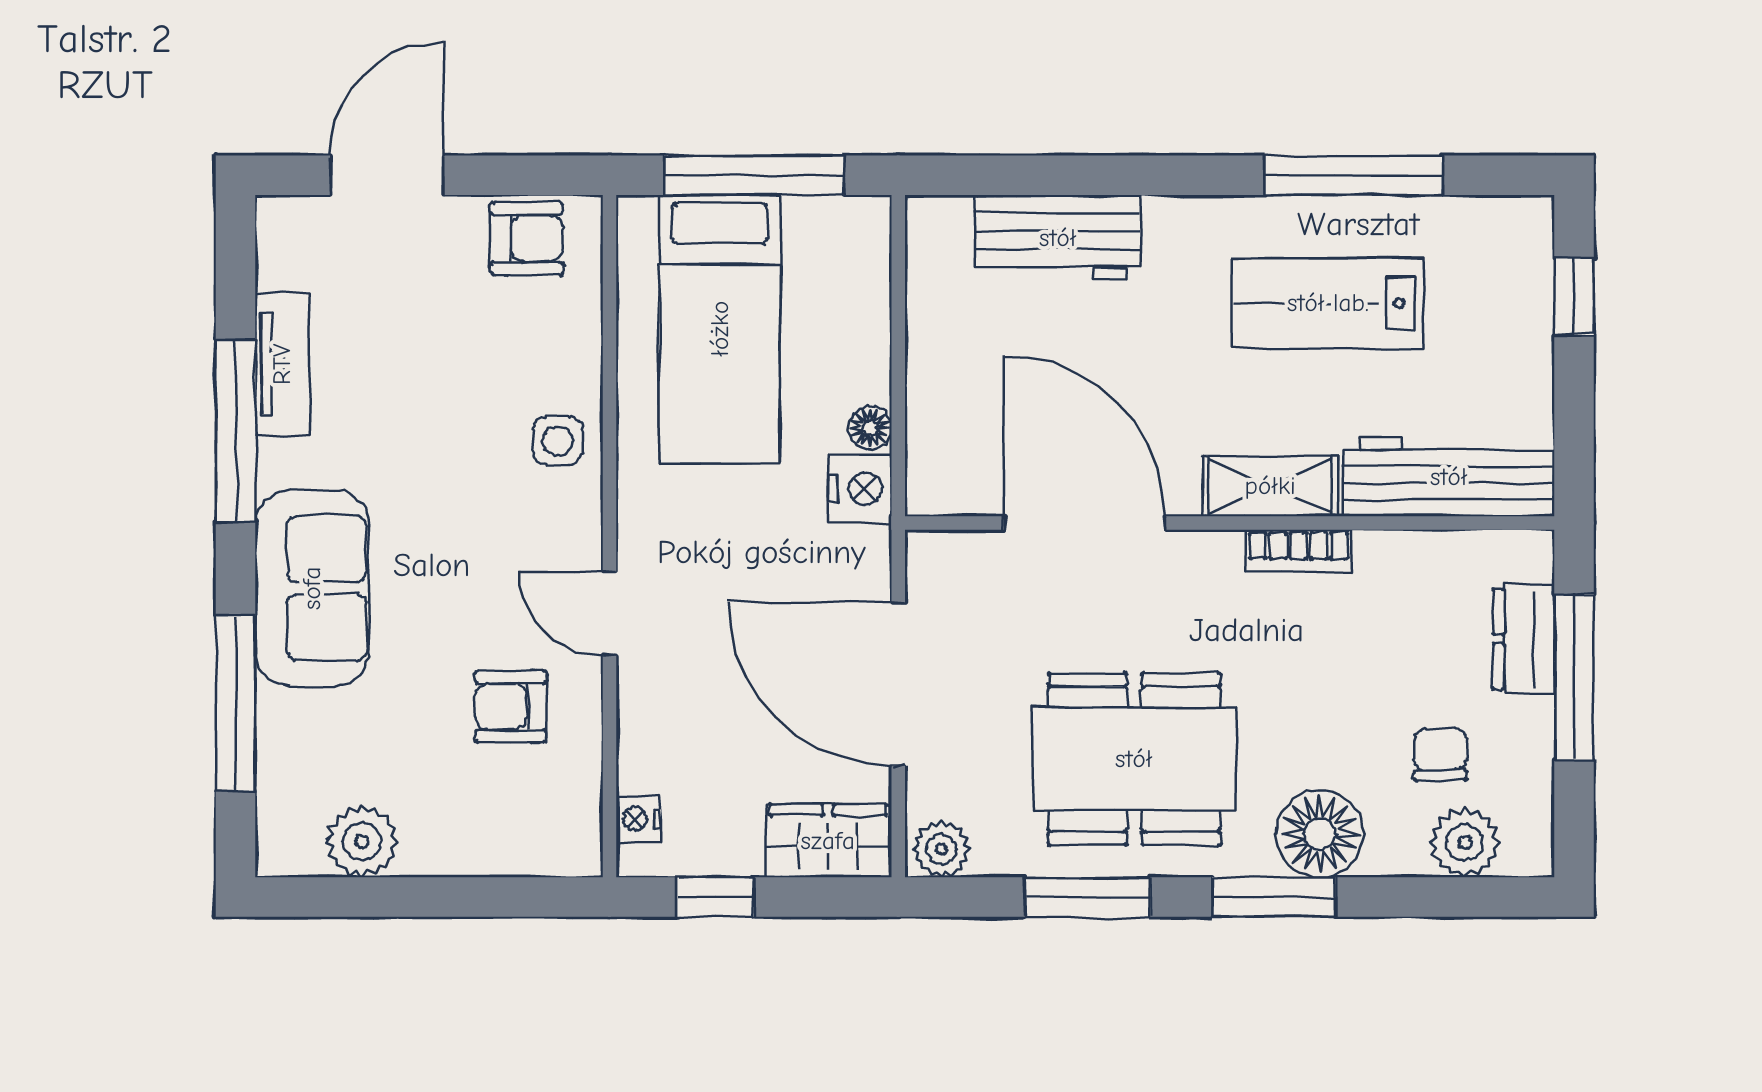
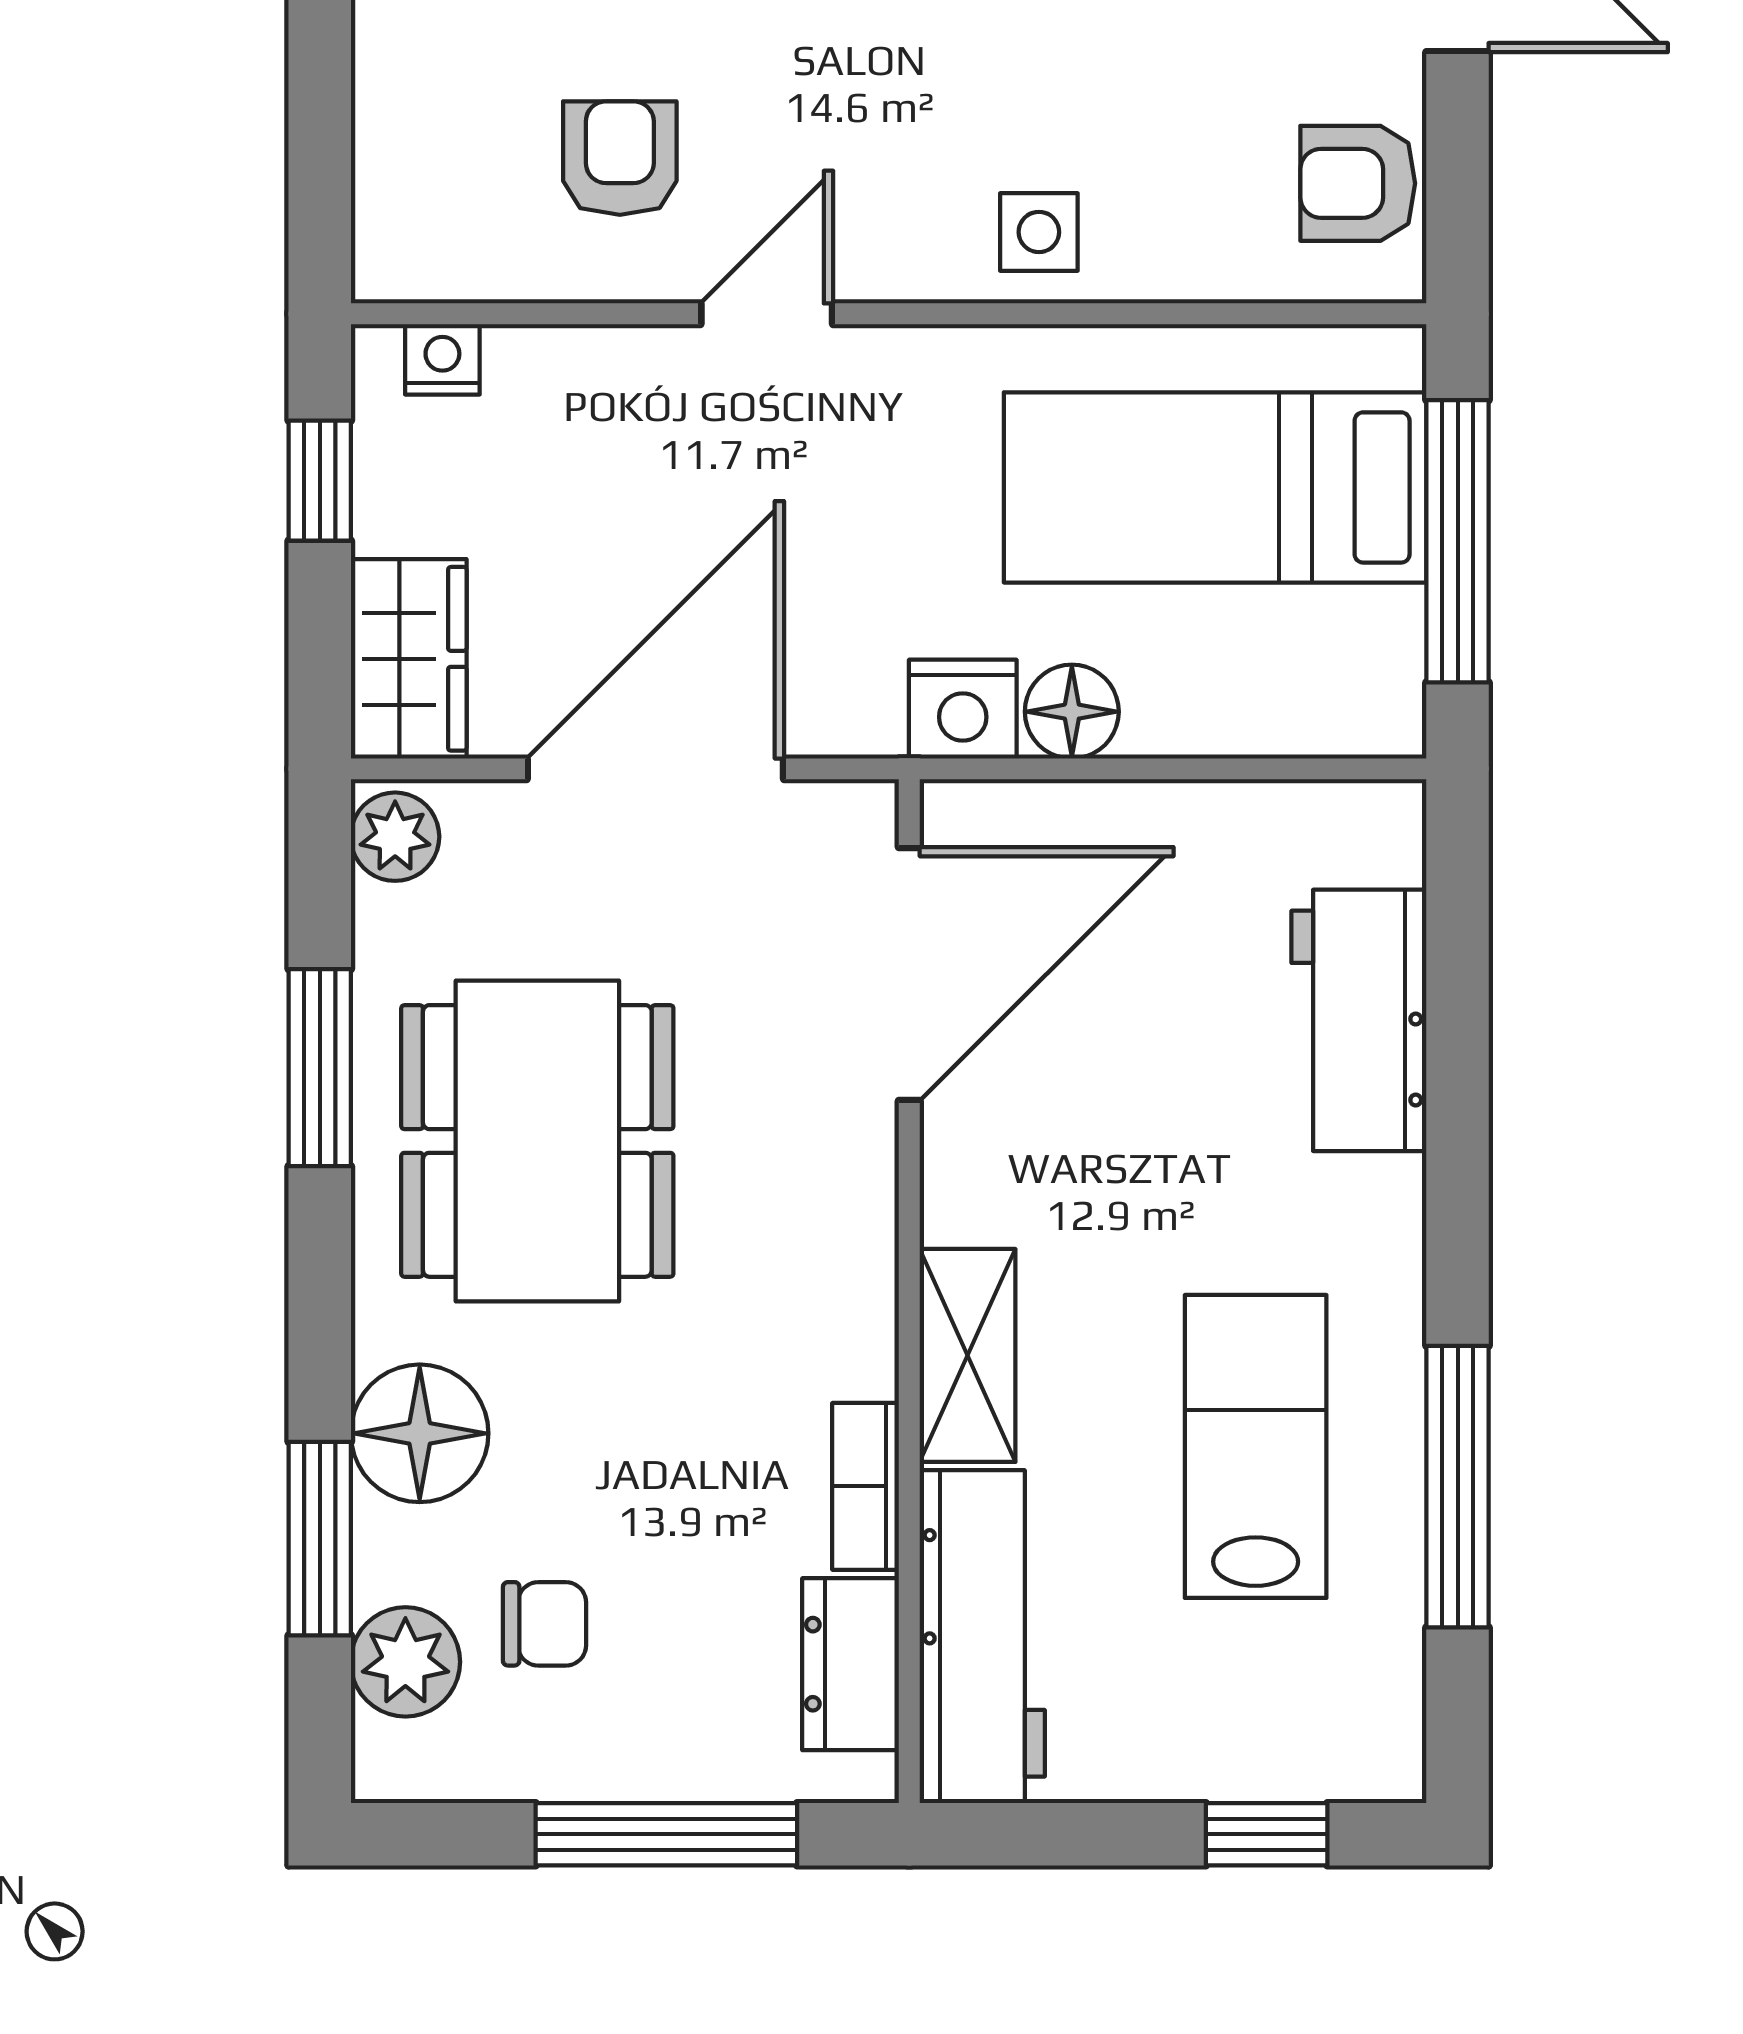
armchair: (527, 239) -> (1358, 183), turned 90
floor lamp: (870, 428) -> (1072, 712), width x1.37, depth x1.37
door: (1085, 523) -> (909, 974), moved
bookcase: (1299, 551) -> (866, 1486), moved
dresser: (1524, 639) -> (851, 1664), moved, turned -90
window: (1274, 897) -> (320, 1539), moved

